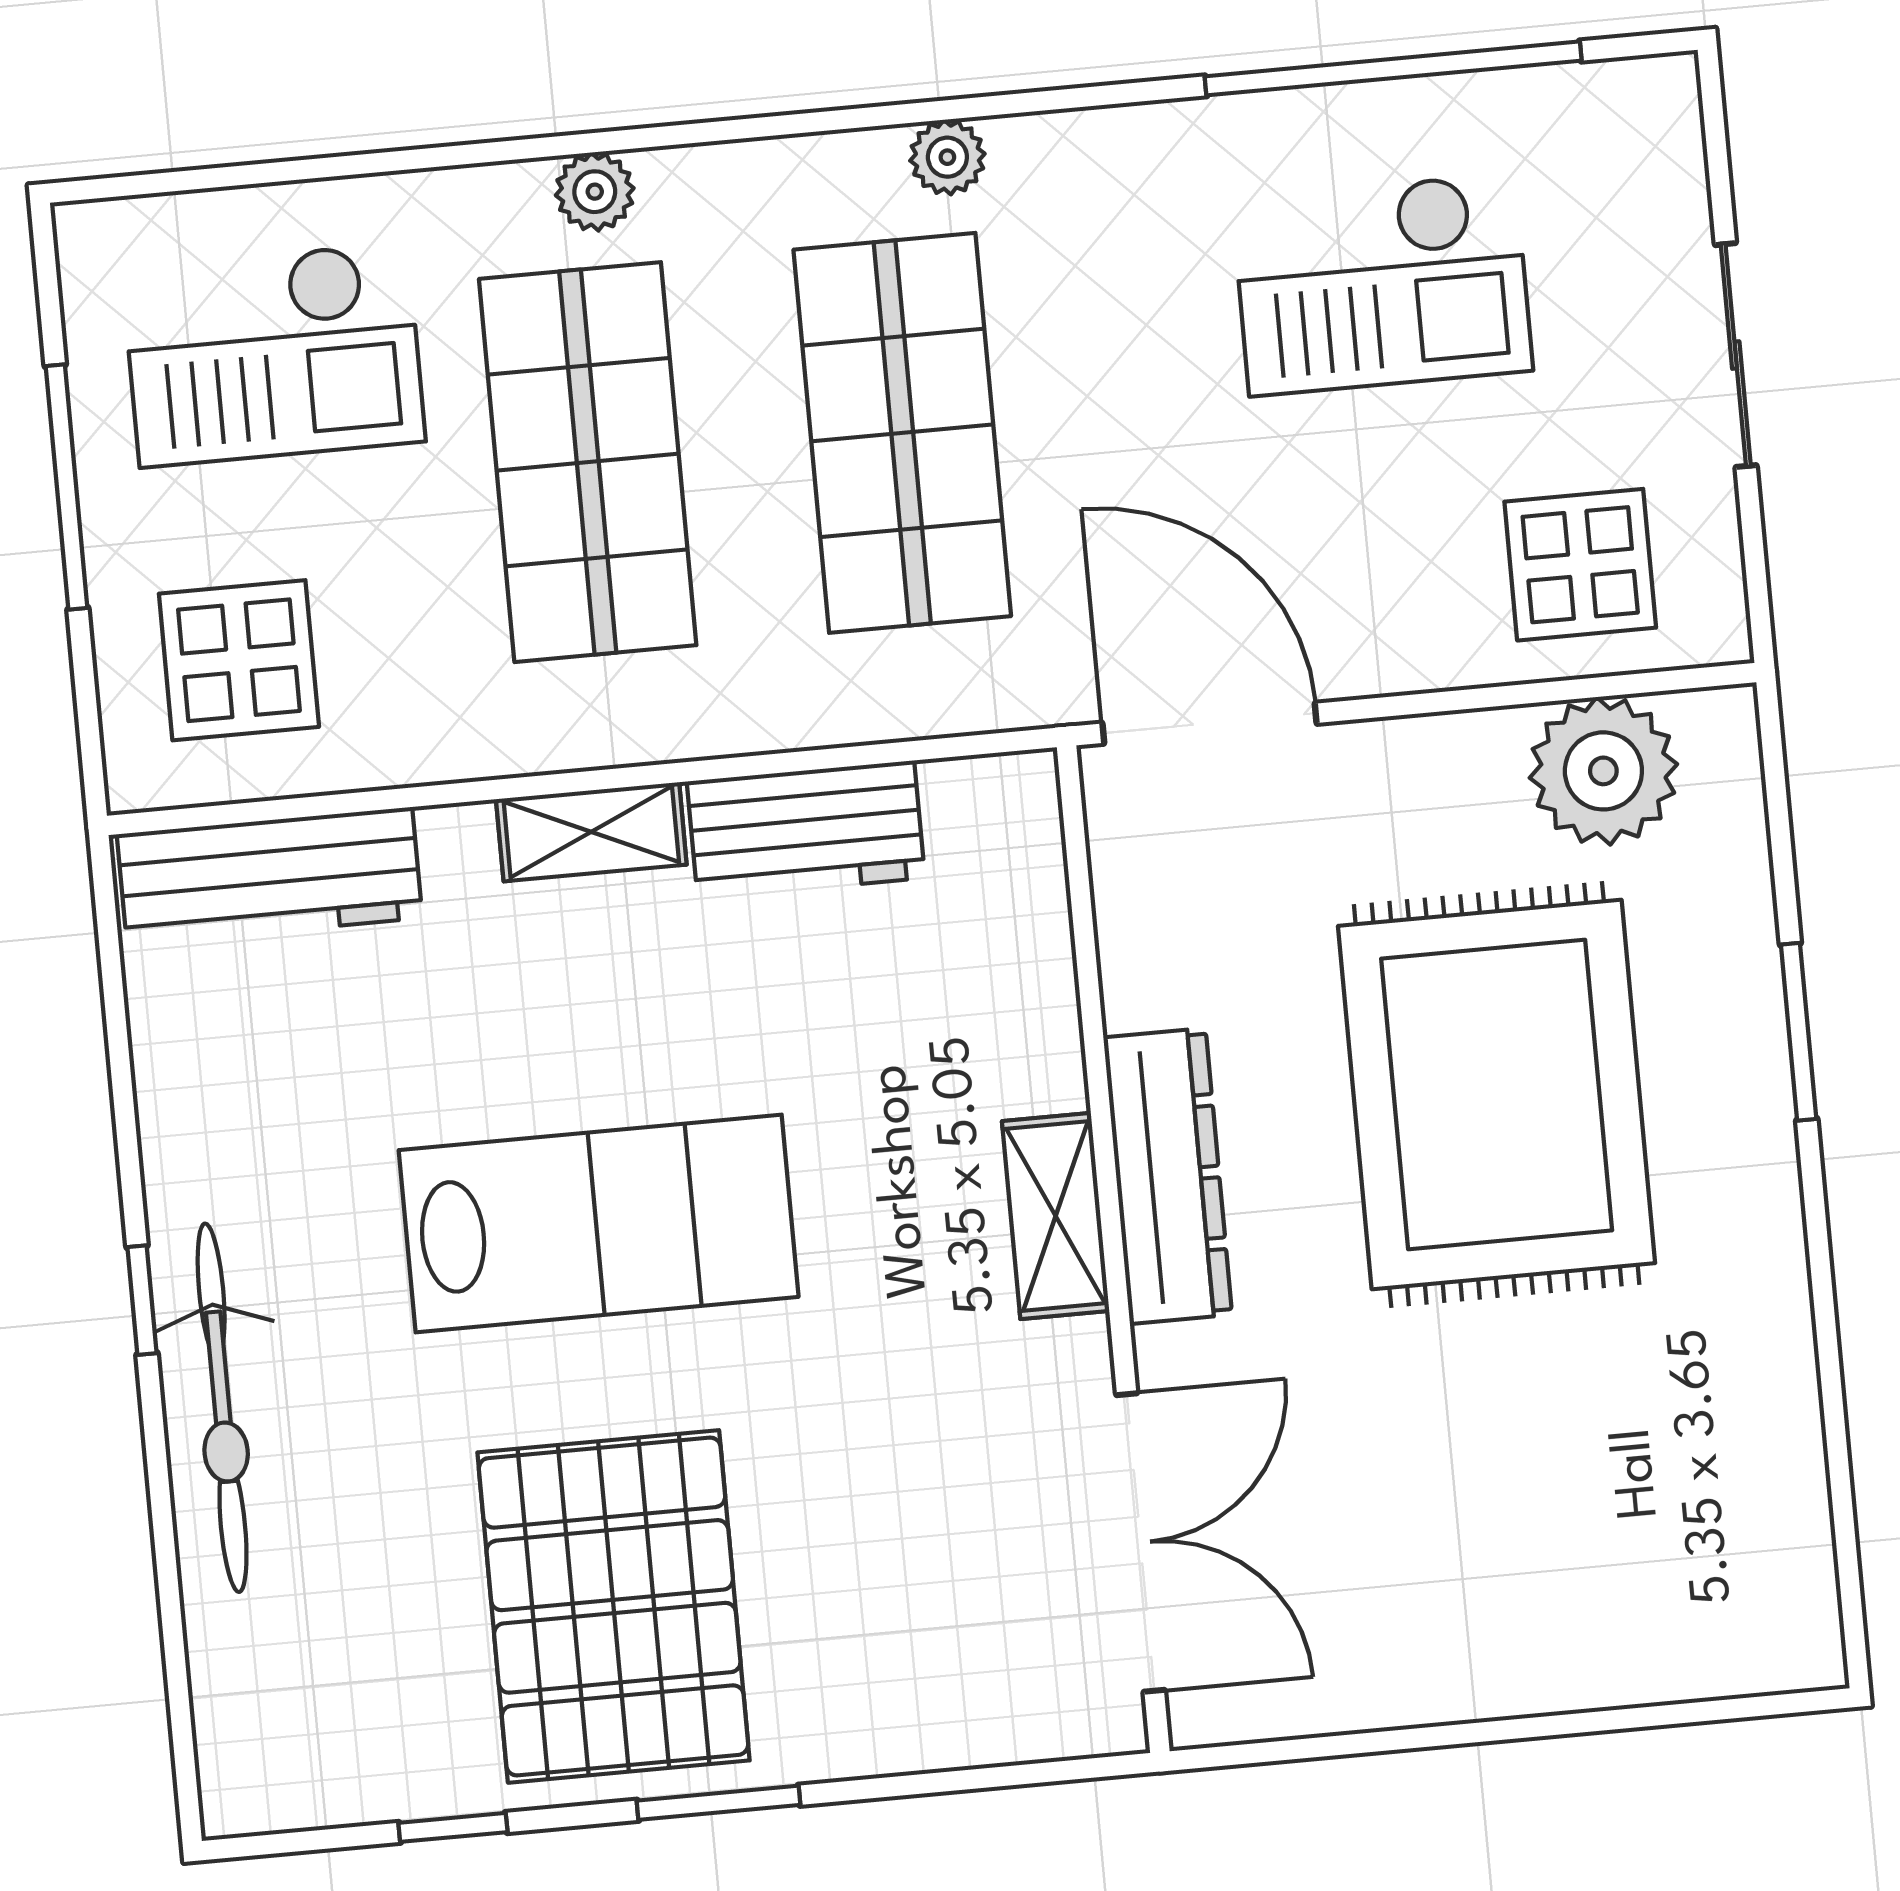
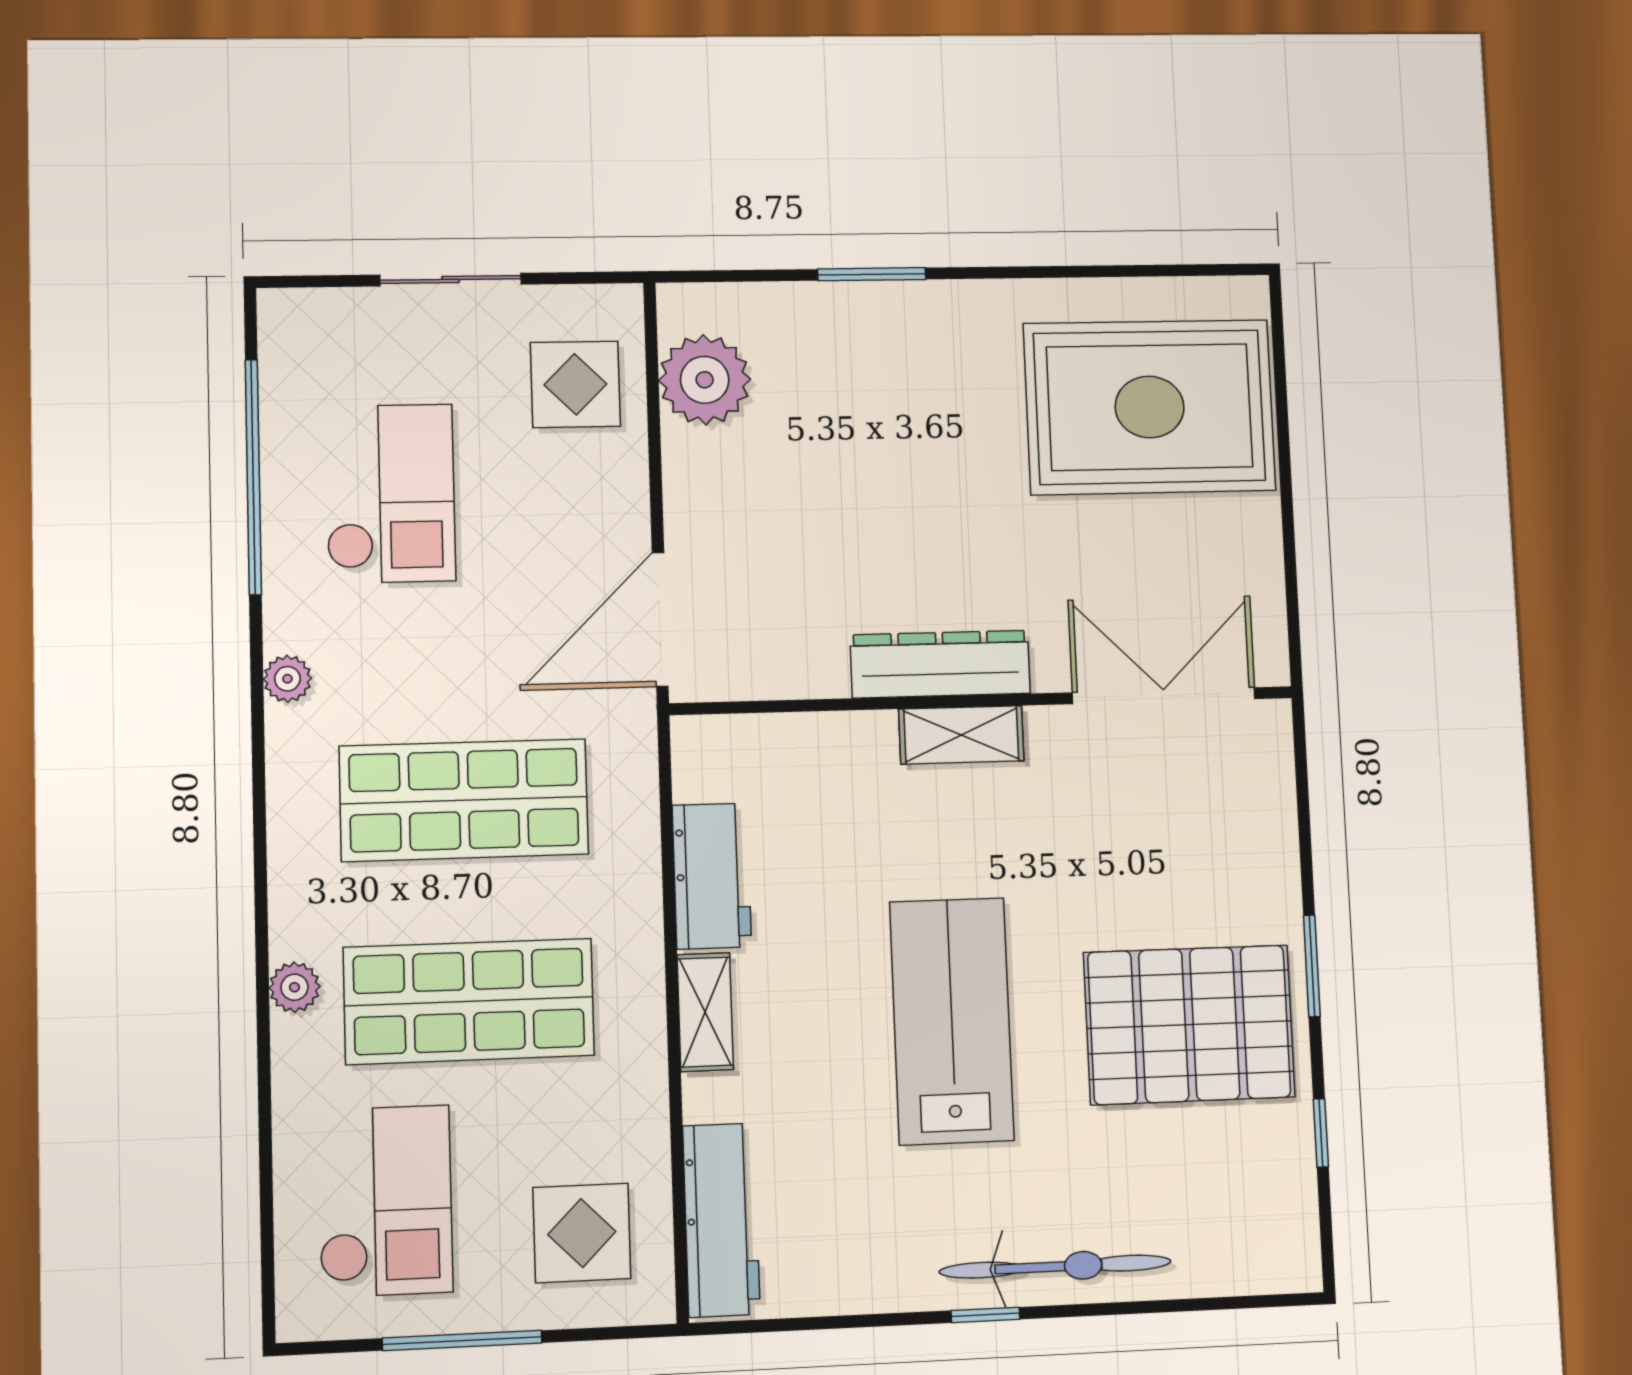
plant: (947, 157) -> (287, 679), moved
rug: (1497, 1095) -> (1150, 407), moved

